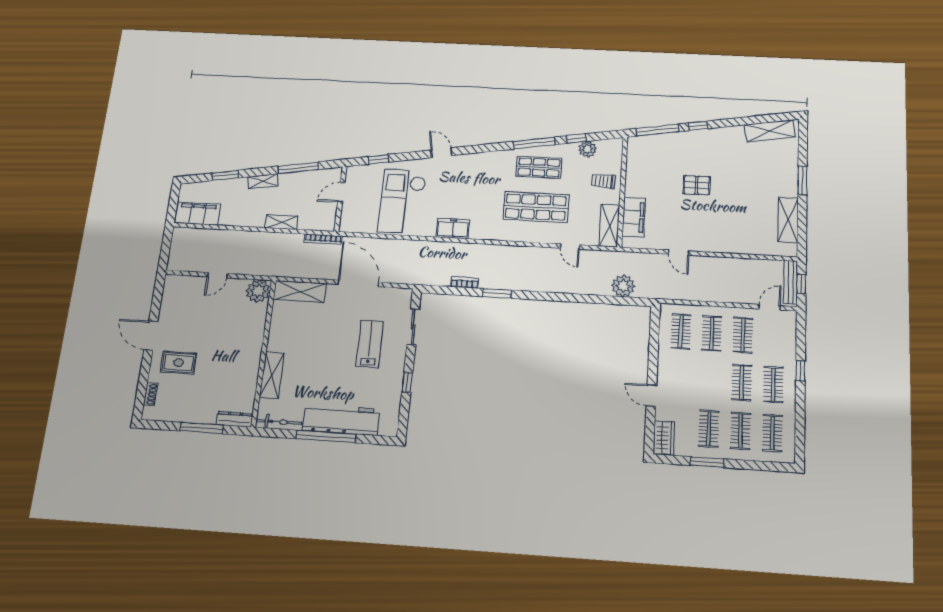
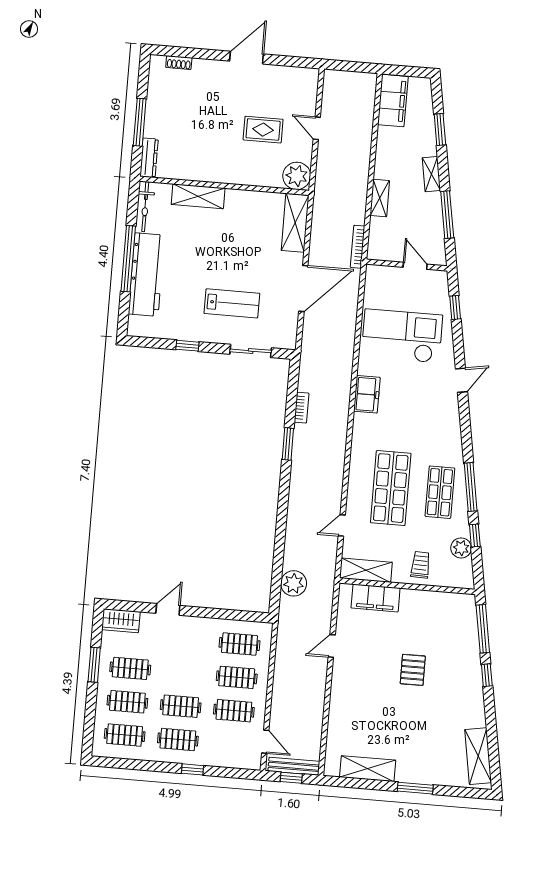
rug: (179, 363) -> (263, 130), moved, turned 90

